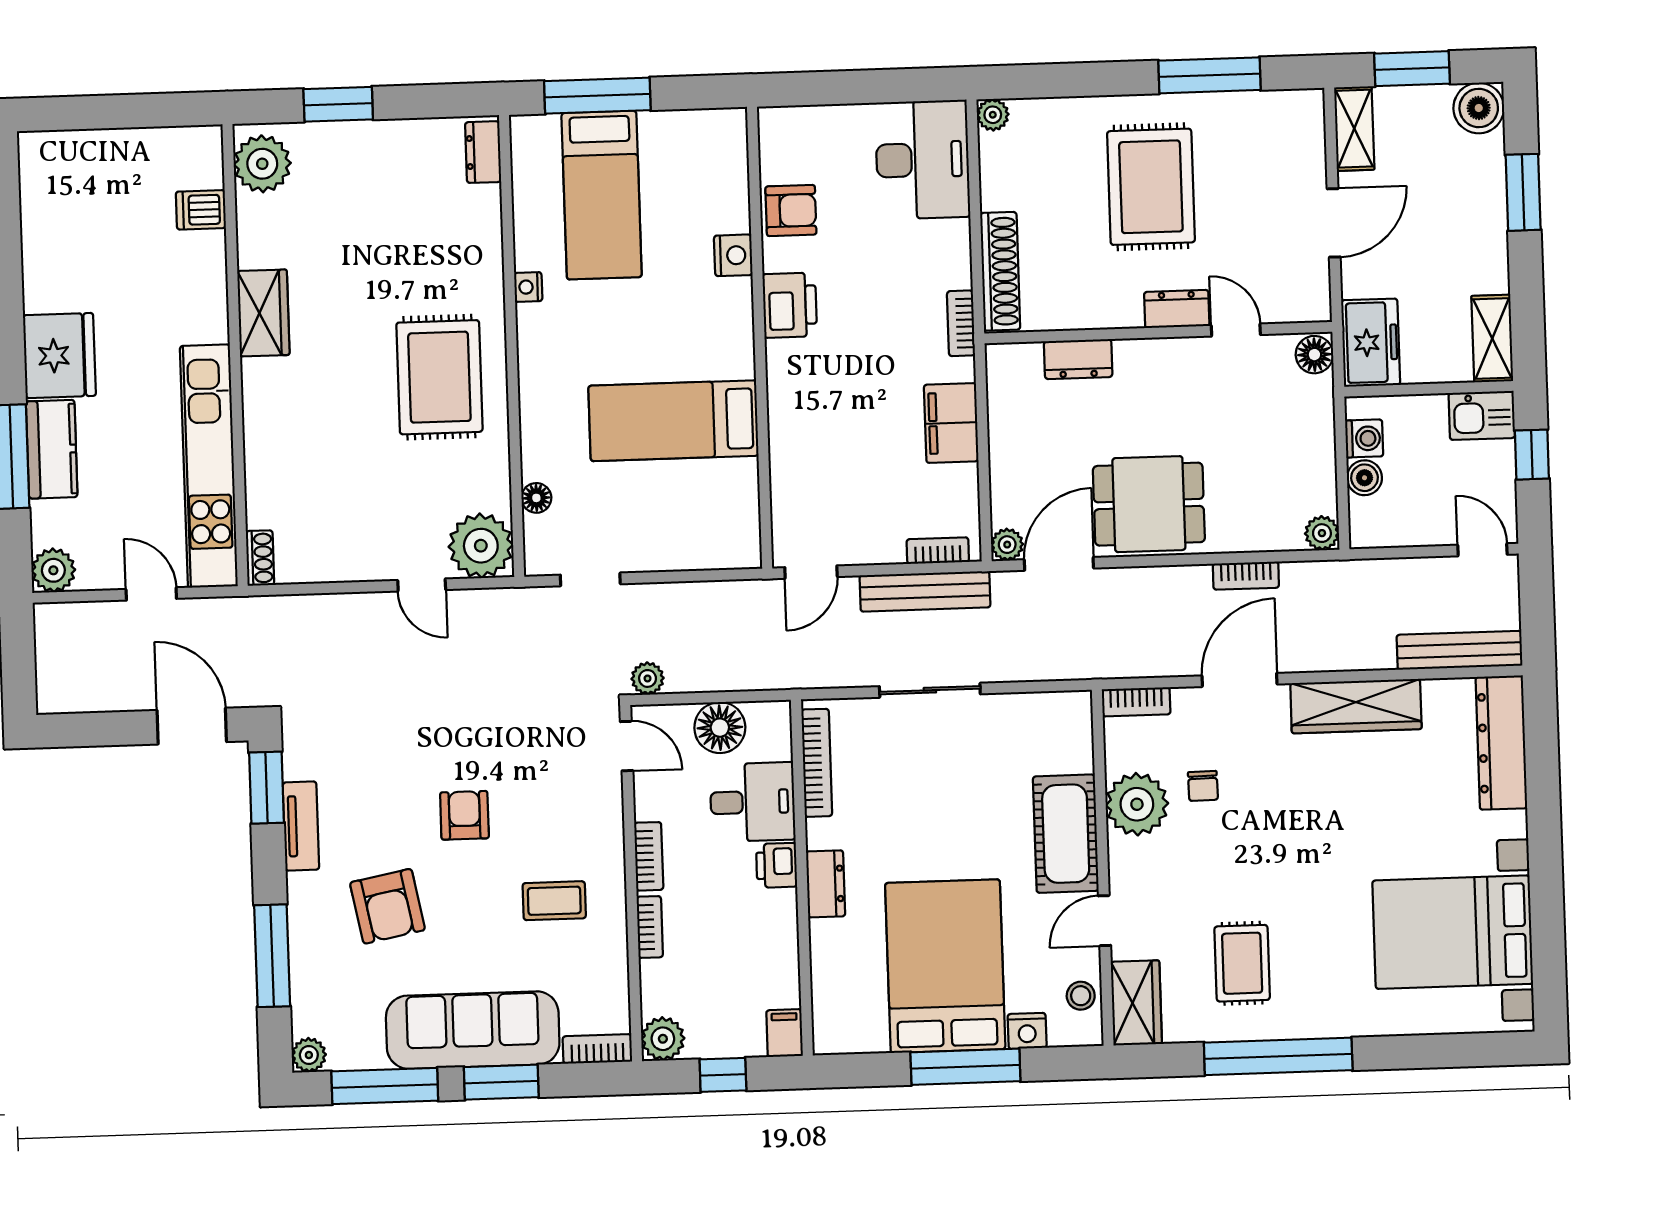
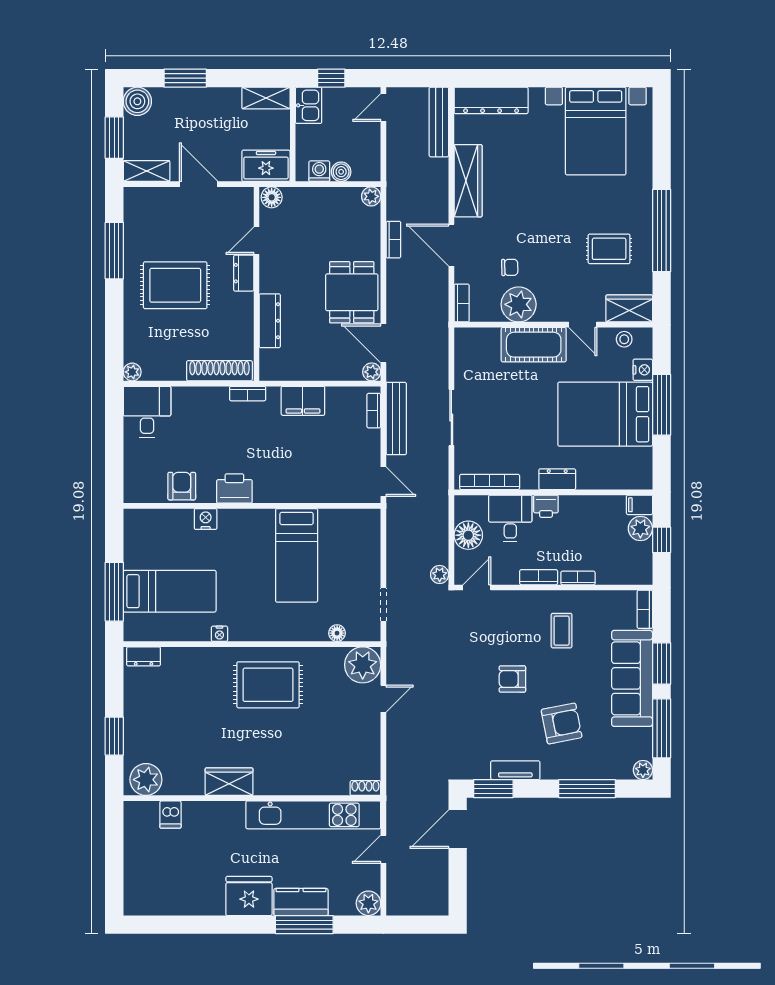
desk: (923, 160) -> (147, 412), width x0.73
dresser: (1078, 359) -> (270, 321), width x1.44
plant: (663, 1039) -> (640, 528), moved

